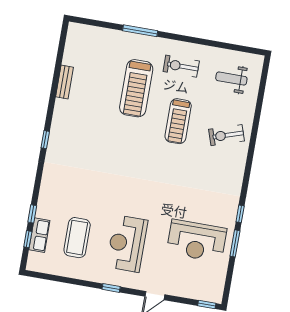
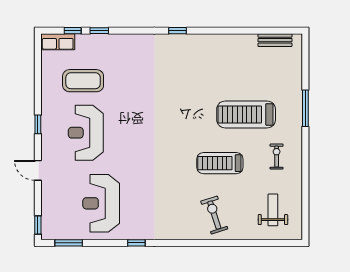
exercise bike: (181, 66) -> (277, 157), width x0.73, depth x0.72
bench: (64, 82) -> (275, 40), moved
row of seats: (39, 235) -> (58, 42), moved
window: (235, 243) -> (69, 243), moved
reception desk: (127, 244) -> (86, 133), turned -90

